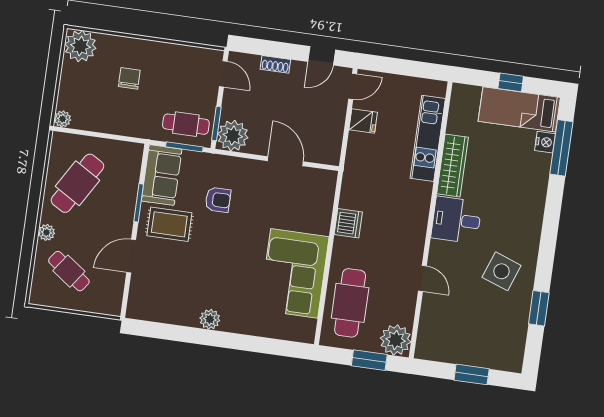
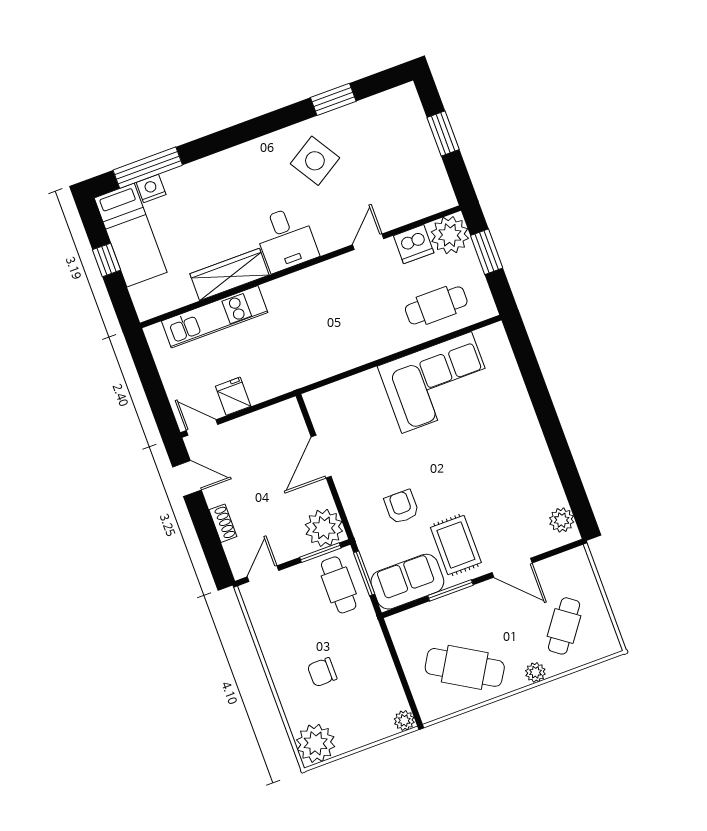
dishwasher: (348, 223) -> (414, 244), moved, turned 180
side table: (502, 271) -> (315, 161), turned 38
cafe table: (350, 303) -> (436, 305), width x0.73, depth x0.74
plant: (210, 319) -> (562, 520), moved

